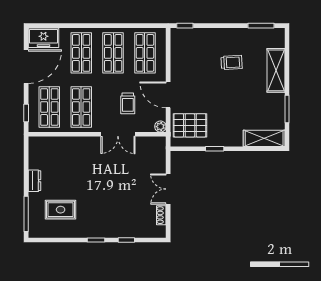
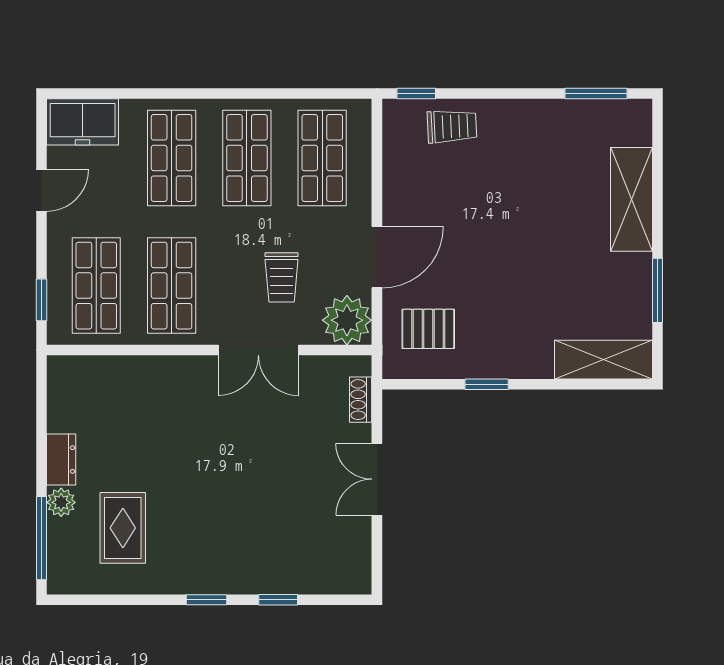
trolley: (232, 62) -> (452, 126), moved
door: (26, 67) -> (42, 190), width x0.53
door: (168, 95) -> (377, 257), swing flipped
pallet: (190, 125) -> (428, 329), width x0.67, depth x0.71
plant: (160, 127) -> (347, 320), width x1.88, depth x1.88
plant: (34, 199) -> (61, 502), added
rug: (61, 210) -> (123, 528), turned 90
shoe rack: (161, 215) -> (361, 400), moved

